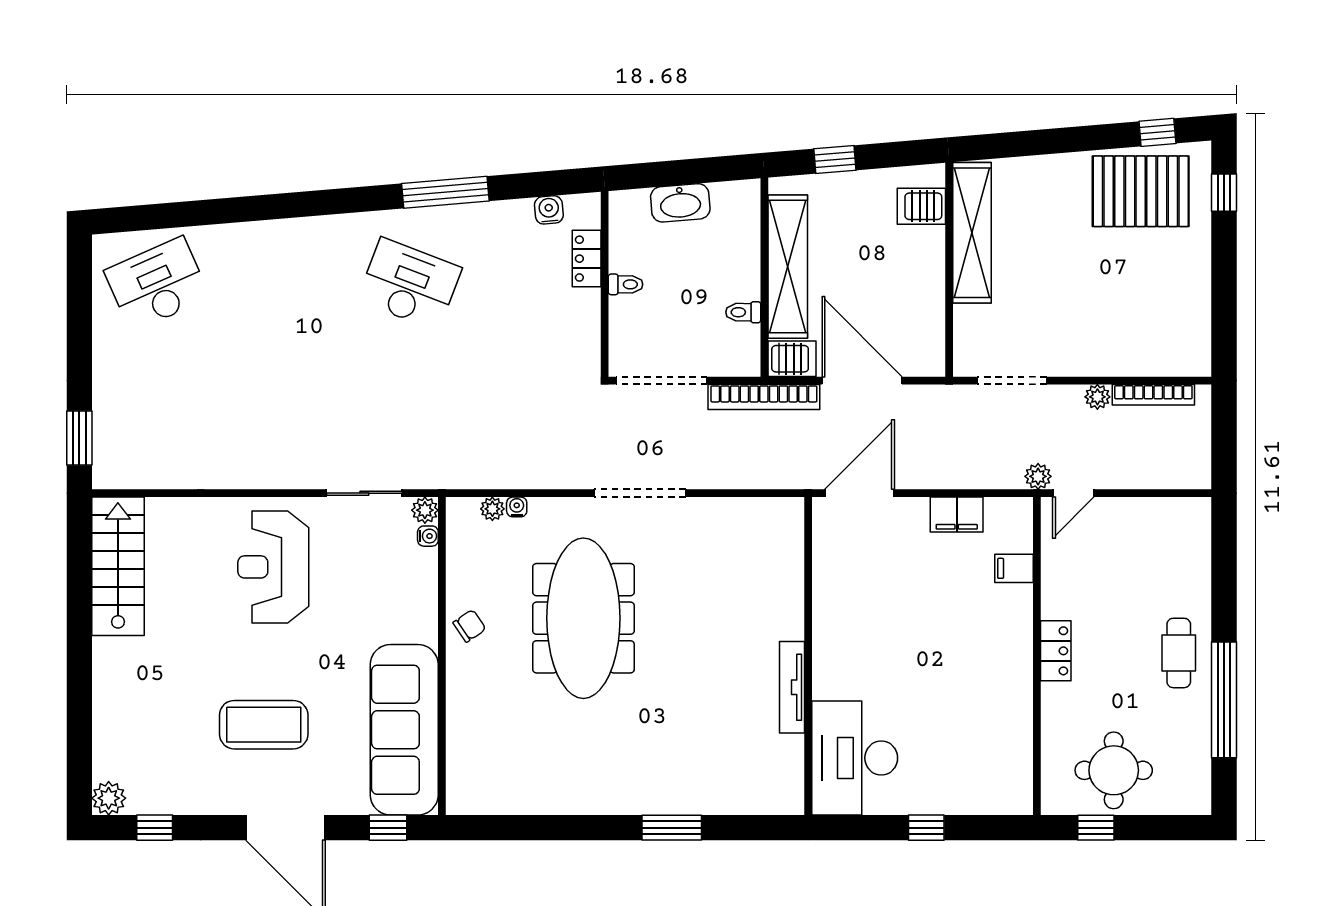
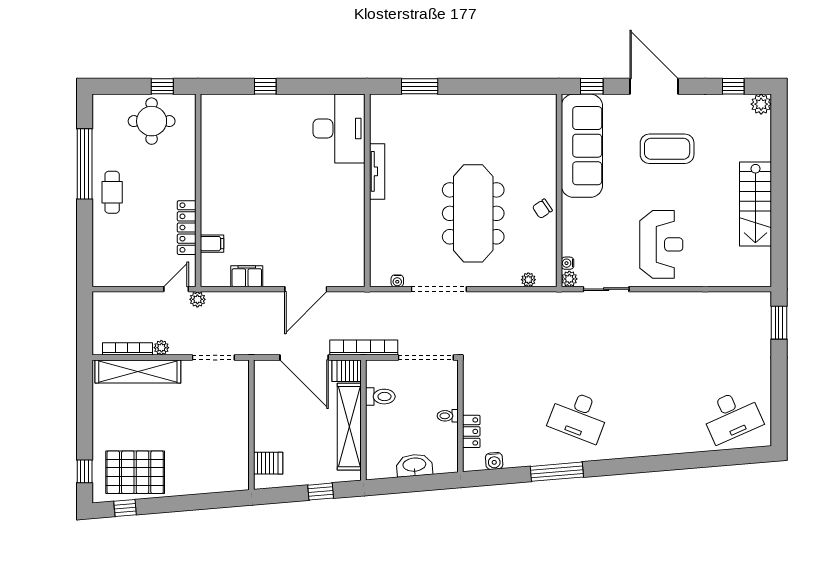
shelving: (972, 233) -> (138, 371), moved, turned 90
toilet: (743, 312) -> (380, 397), width x1.37, depth x1.39
water cooler: (517, 507) -> (397, 281), moved
stairs: (118, 566) -> (755, 204), moved
locker: (1056, 651) -> (187, 228), moved, width x1.53
wall: (808, 656) -> (367, 190), moved
tv unit: (792, 687) -> (377, 171), moved
desk: (855, 758) -> (339, 129), moved

